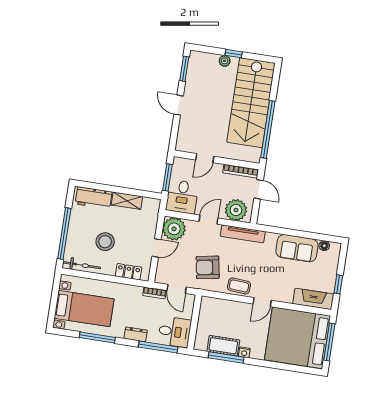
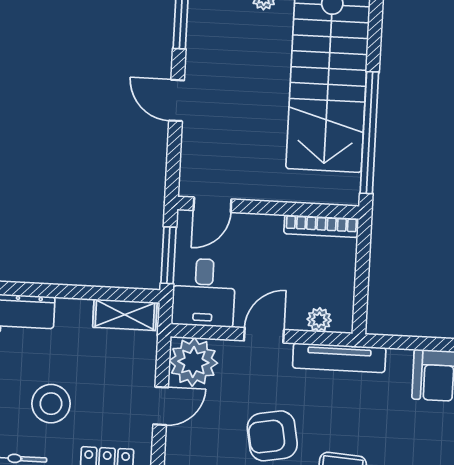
door: (205, 158) -> (212, 205), moved
door: (259, 189) -> (363, 261), removed
shelving: (127, 201) -> (125, 315), moved
plant: (236, 210) -> (319, 320), width x0.53, depth x0.53

